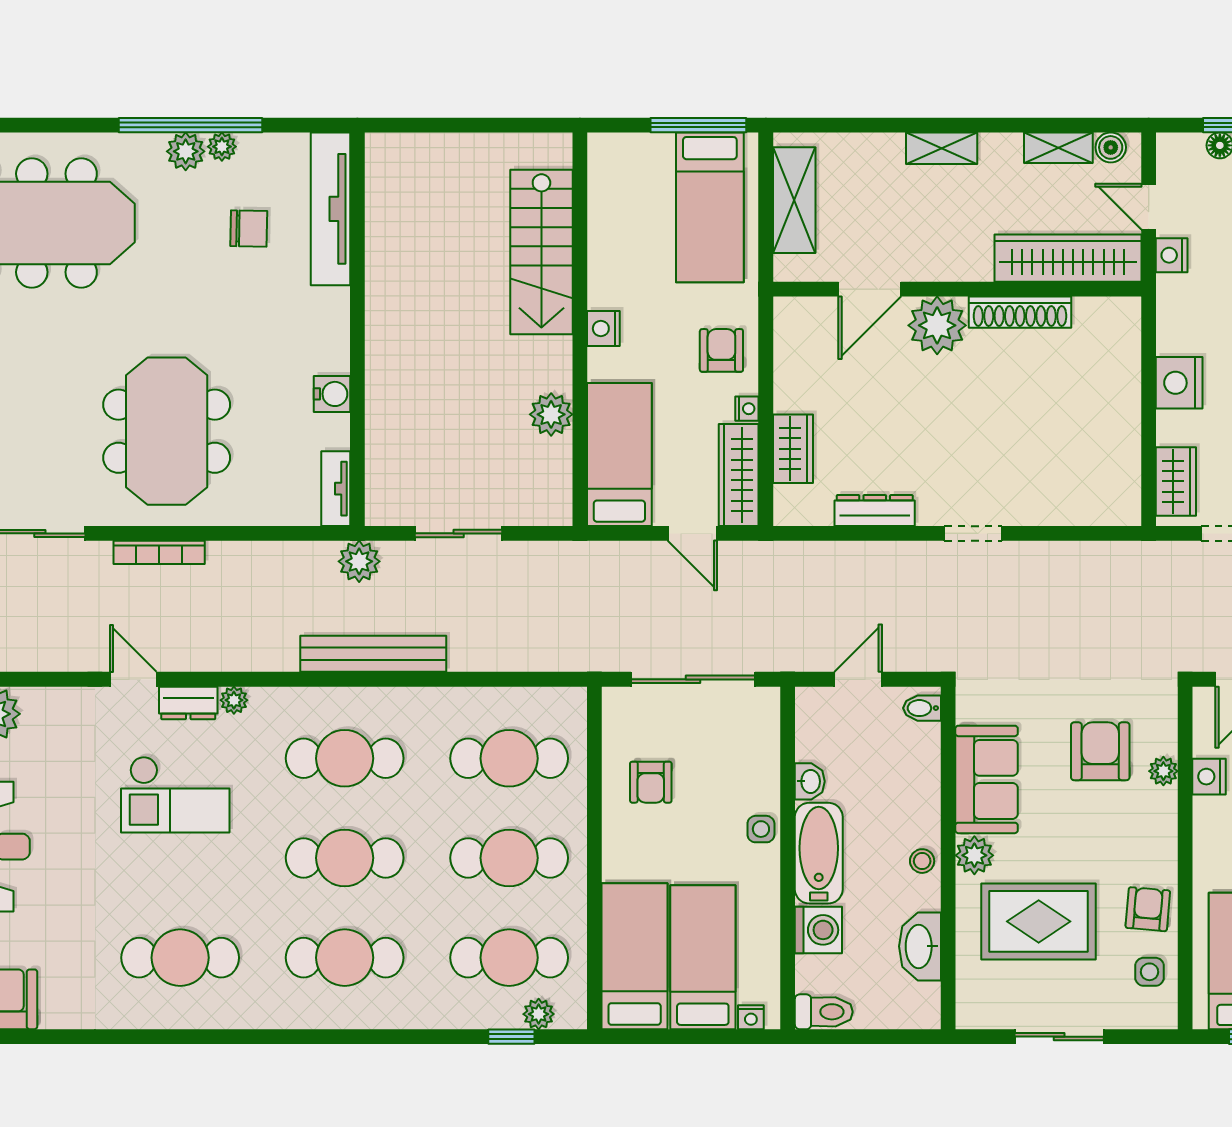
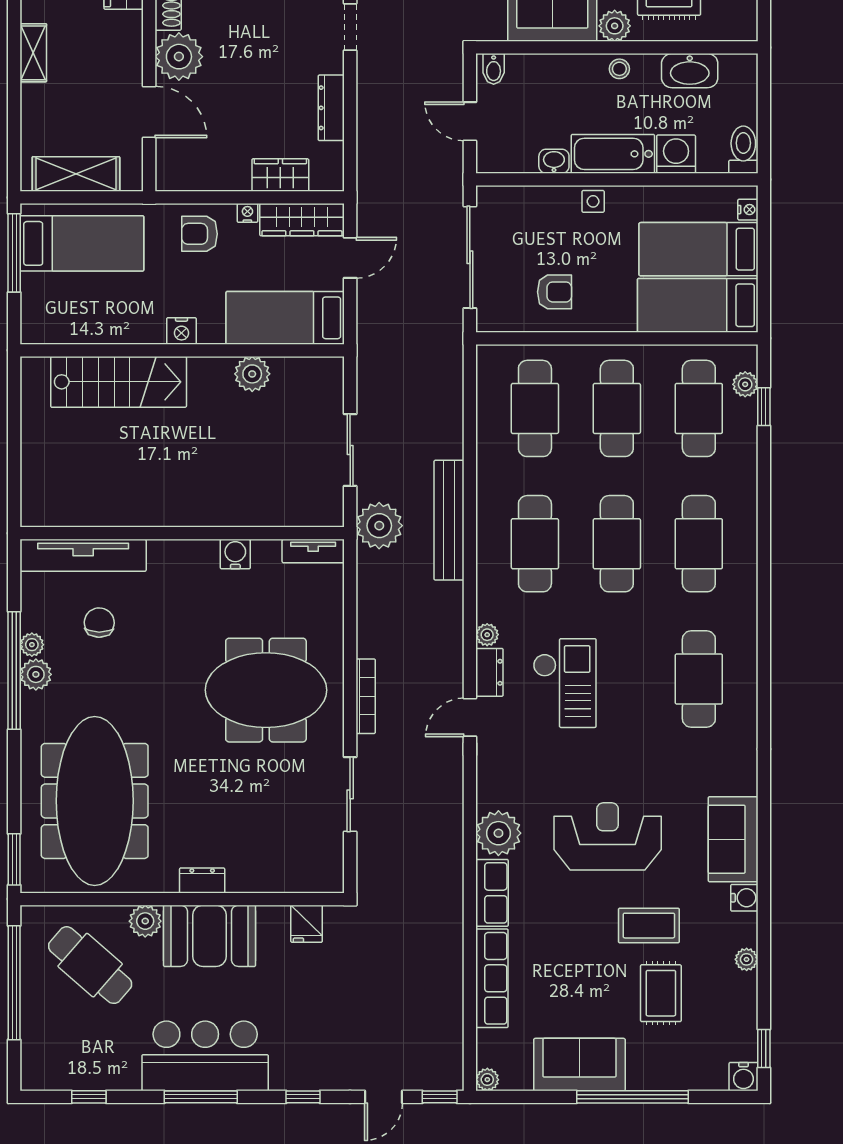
plant: (359, 561) -> (379, 526), width x1.36, depth x1.36

